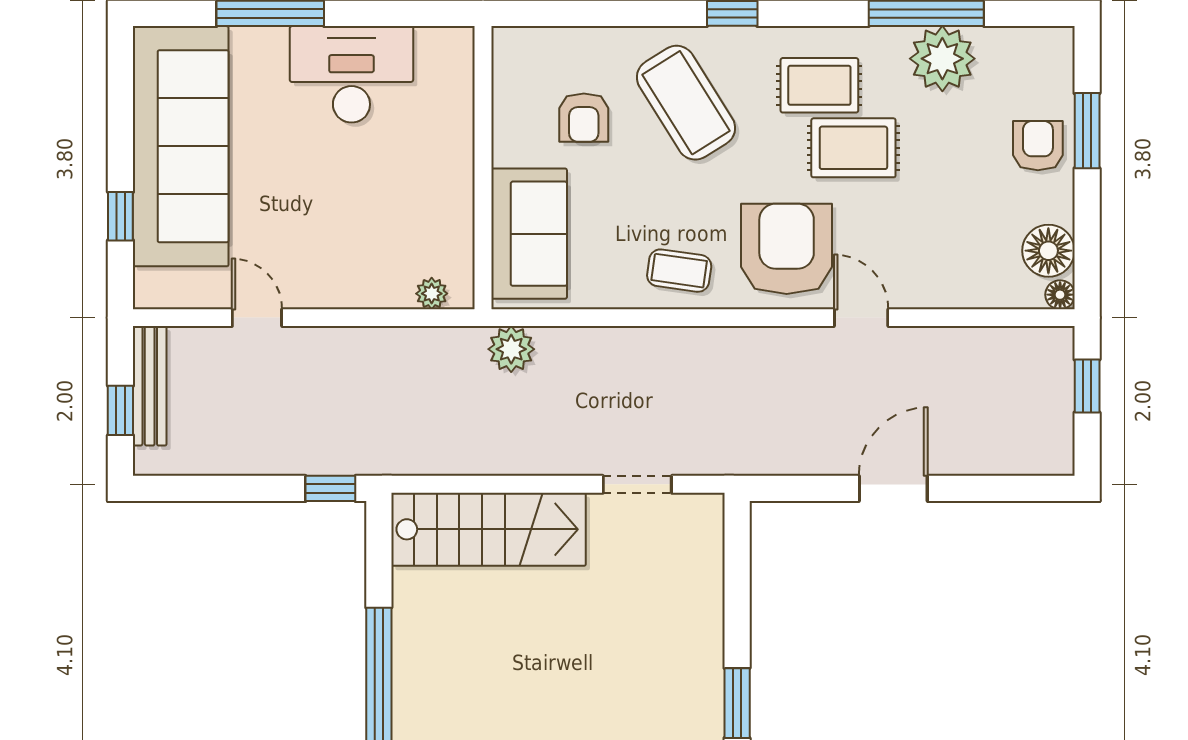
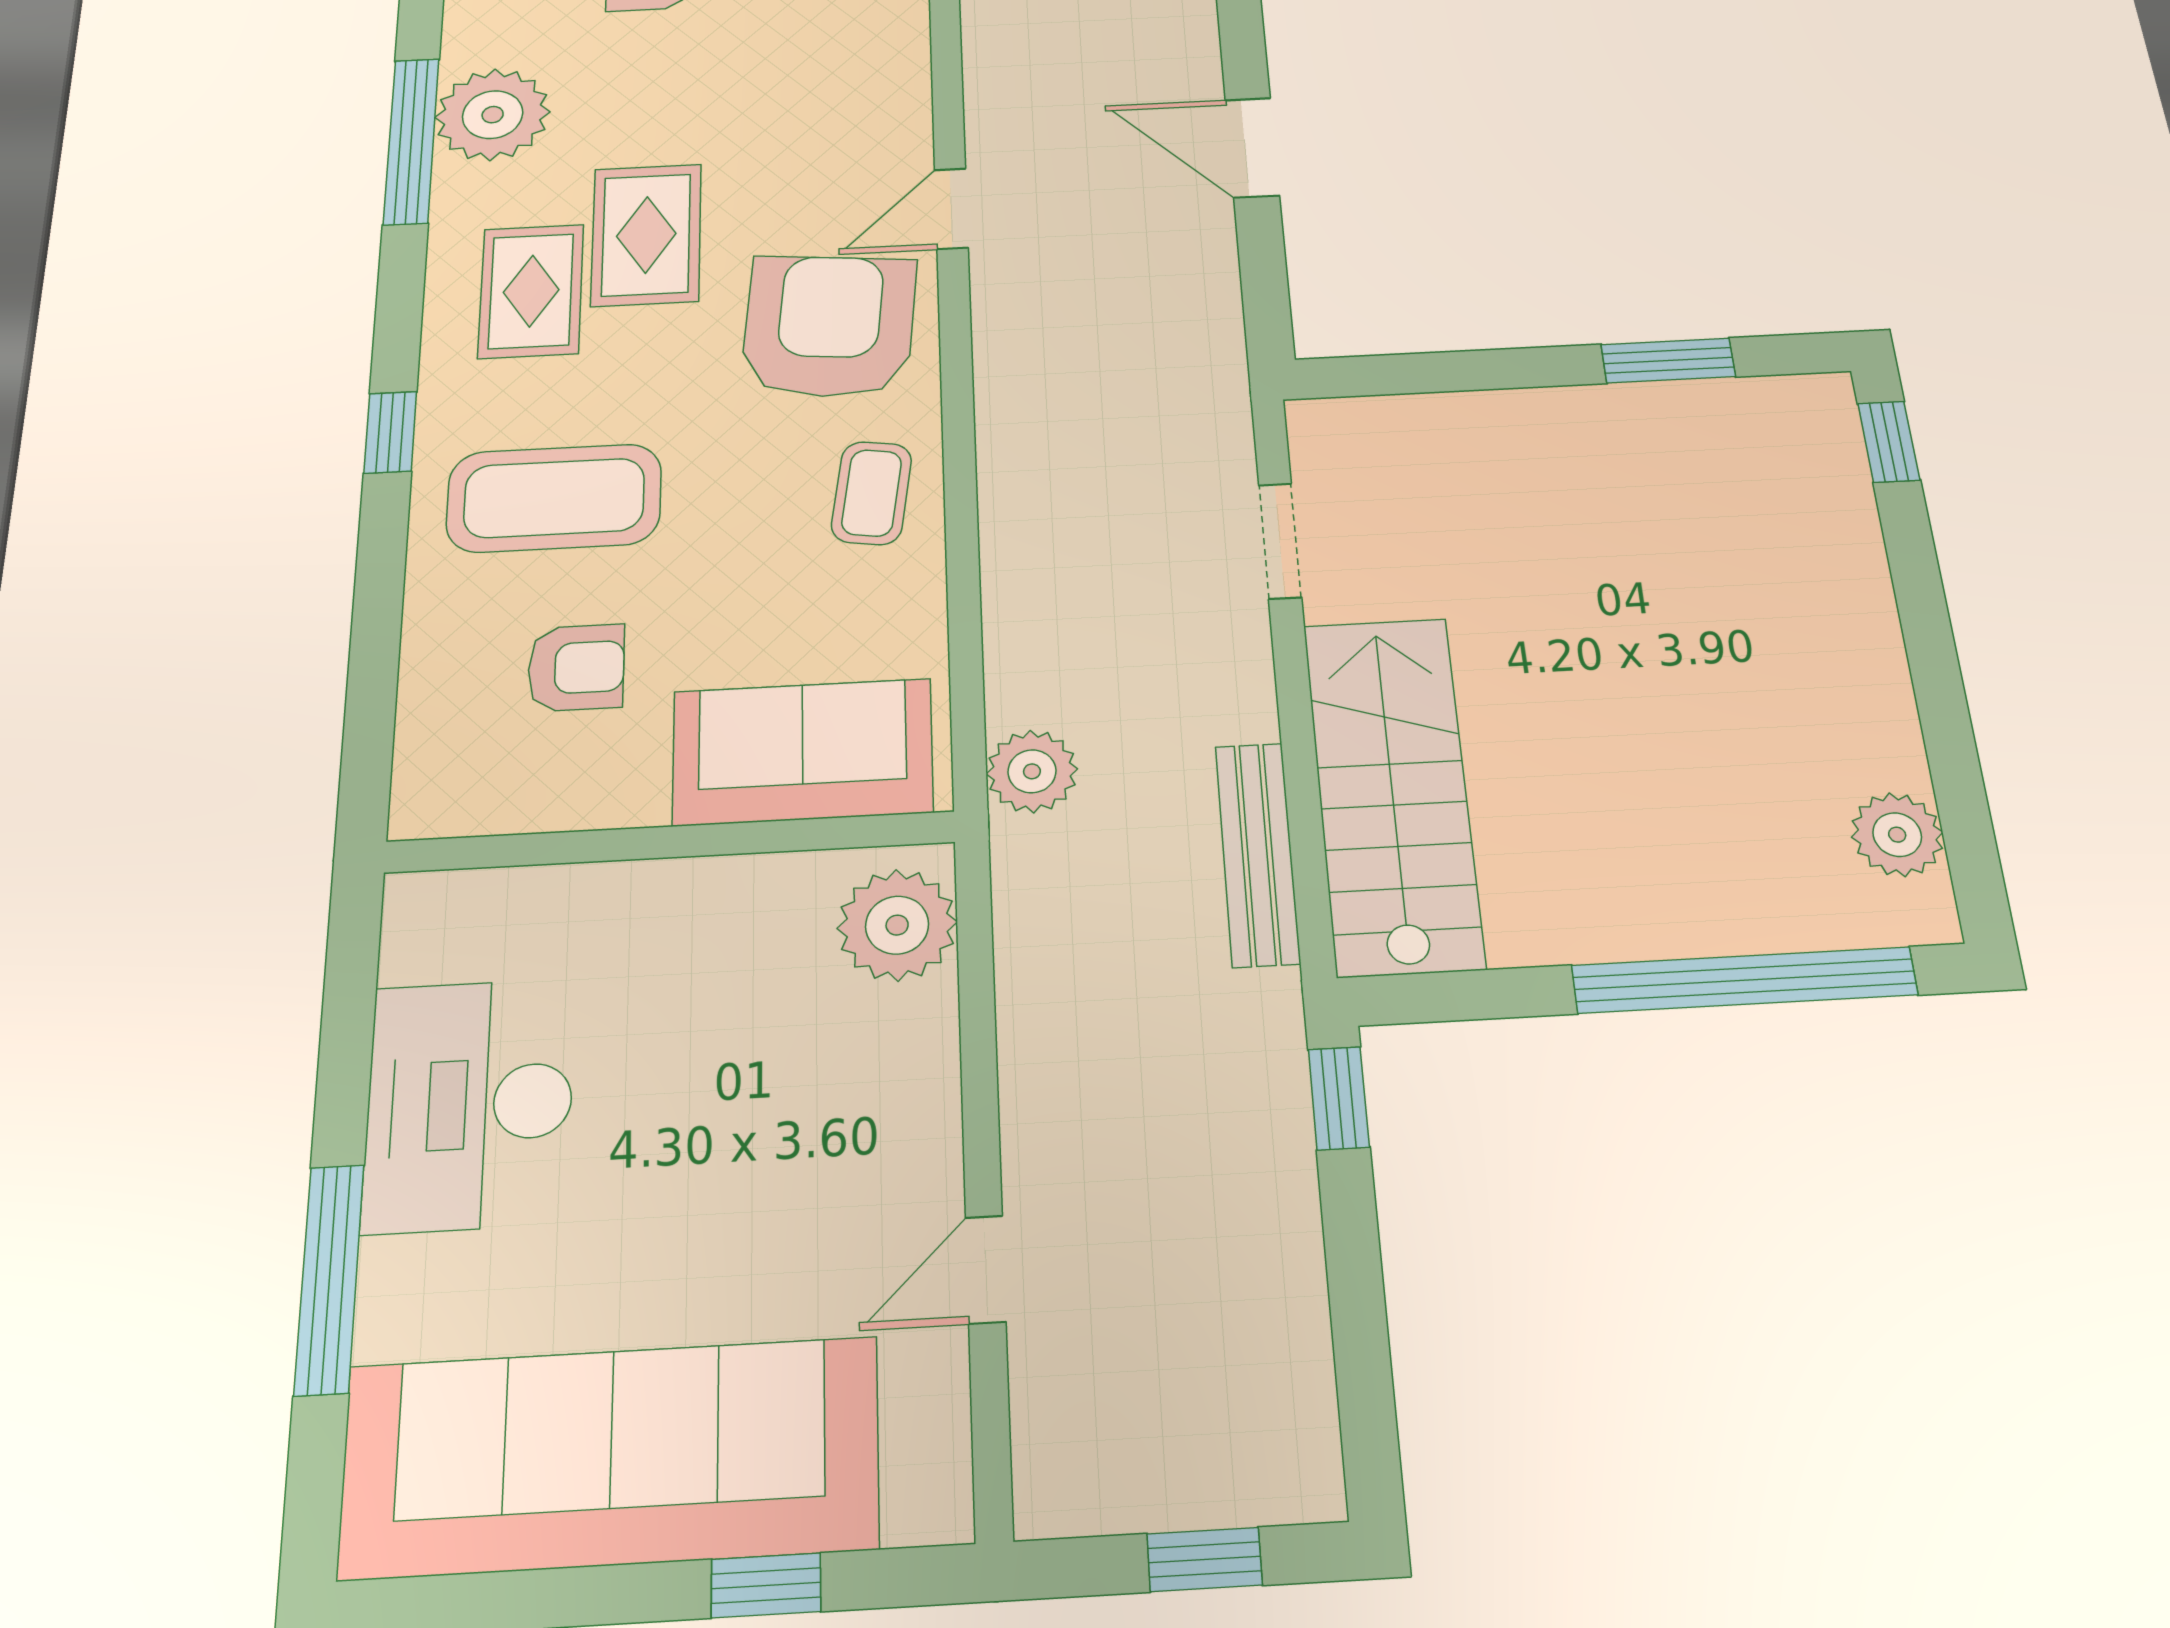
coffee table: (686, 103) -> (554, 498), turned 32
armchair: (787, 249) -> (829, 326), turned 95
plant: (432, 294) -> (897, 925), width x1.88, depth x1.88
bench: (150, 386) -> (1257, 854), moved, turned 90

